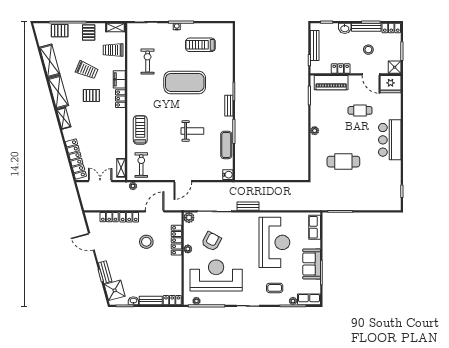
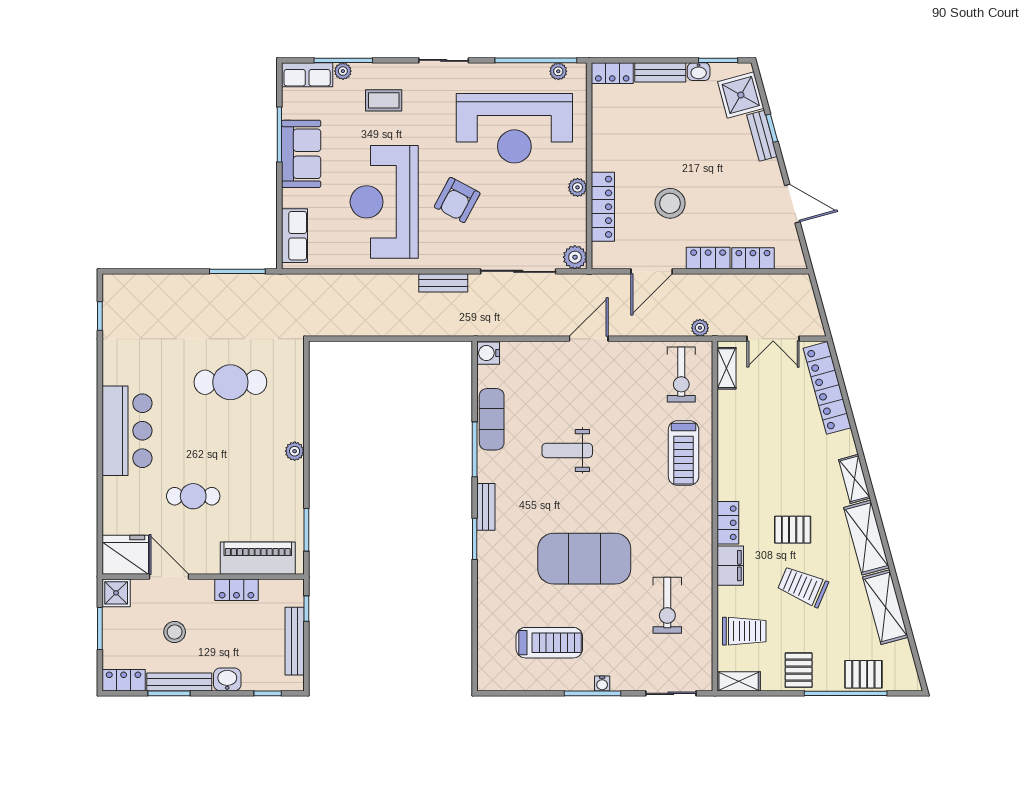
armchair: (211, 241) -> (457, 200), moved

